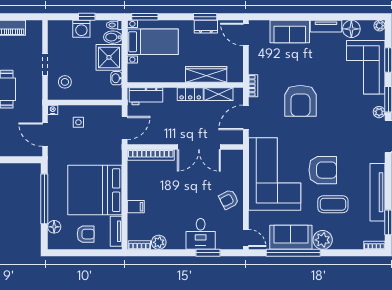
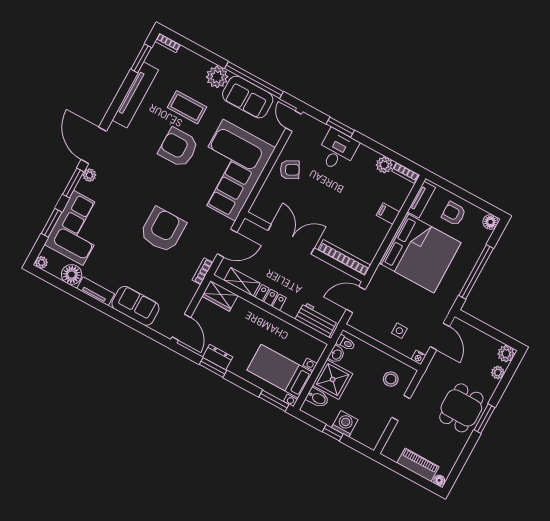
toilet: (114, 25) -> (346, 343), moved
wardrobe: (206, 74) -> (220, 296), moved, width x0.67
floor lamp: (54, 227) -> (490, 222), moved

